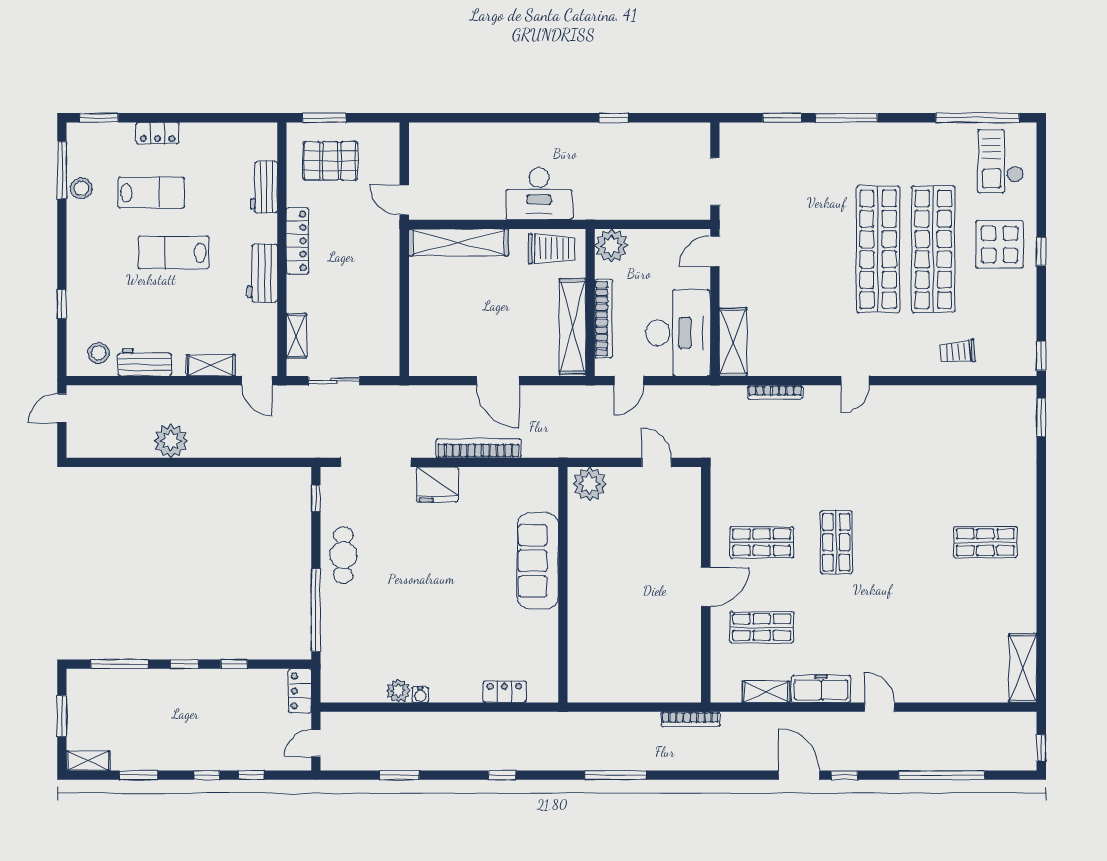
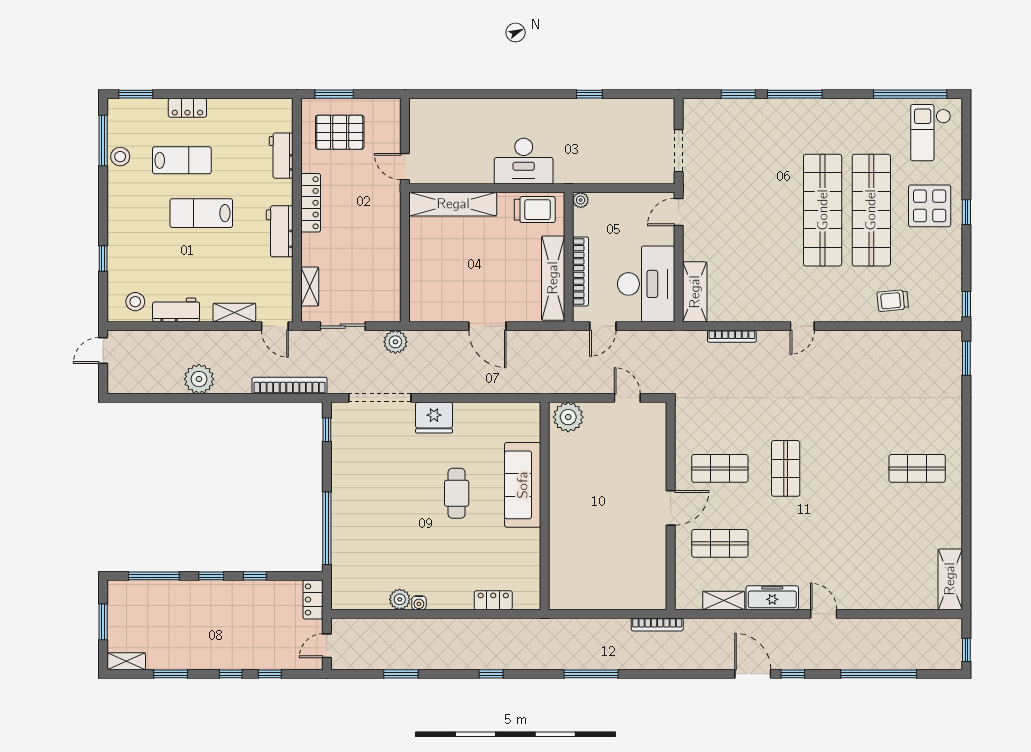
plant: (611, 246) -> (581, 200), width x0.53, depth x0.53
plant: (394, 399) -> (395, 342), added
bookcase: (478, 448) -> (290, 386), moved
cafe table: (343, 555) -> (457, 493), moved

